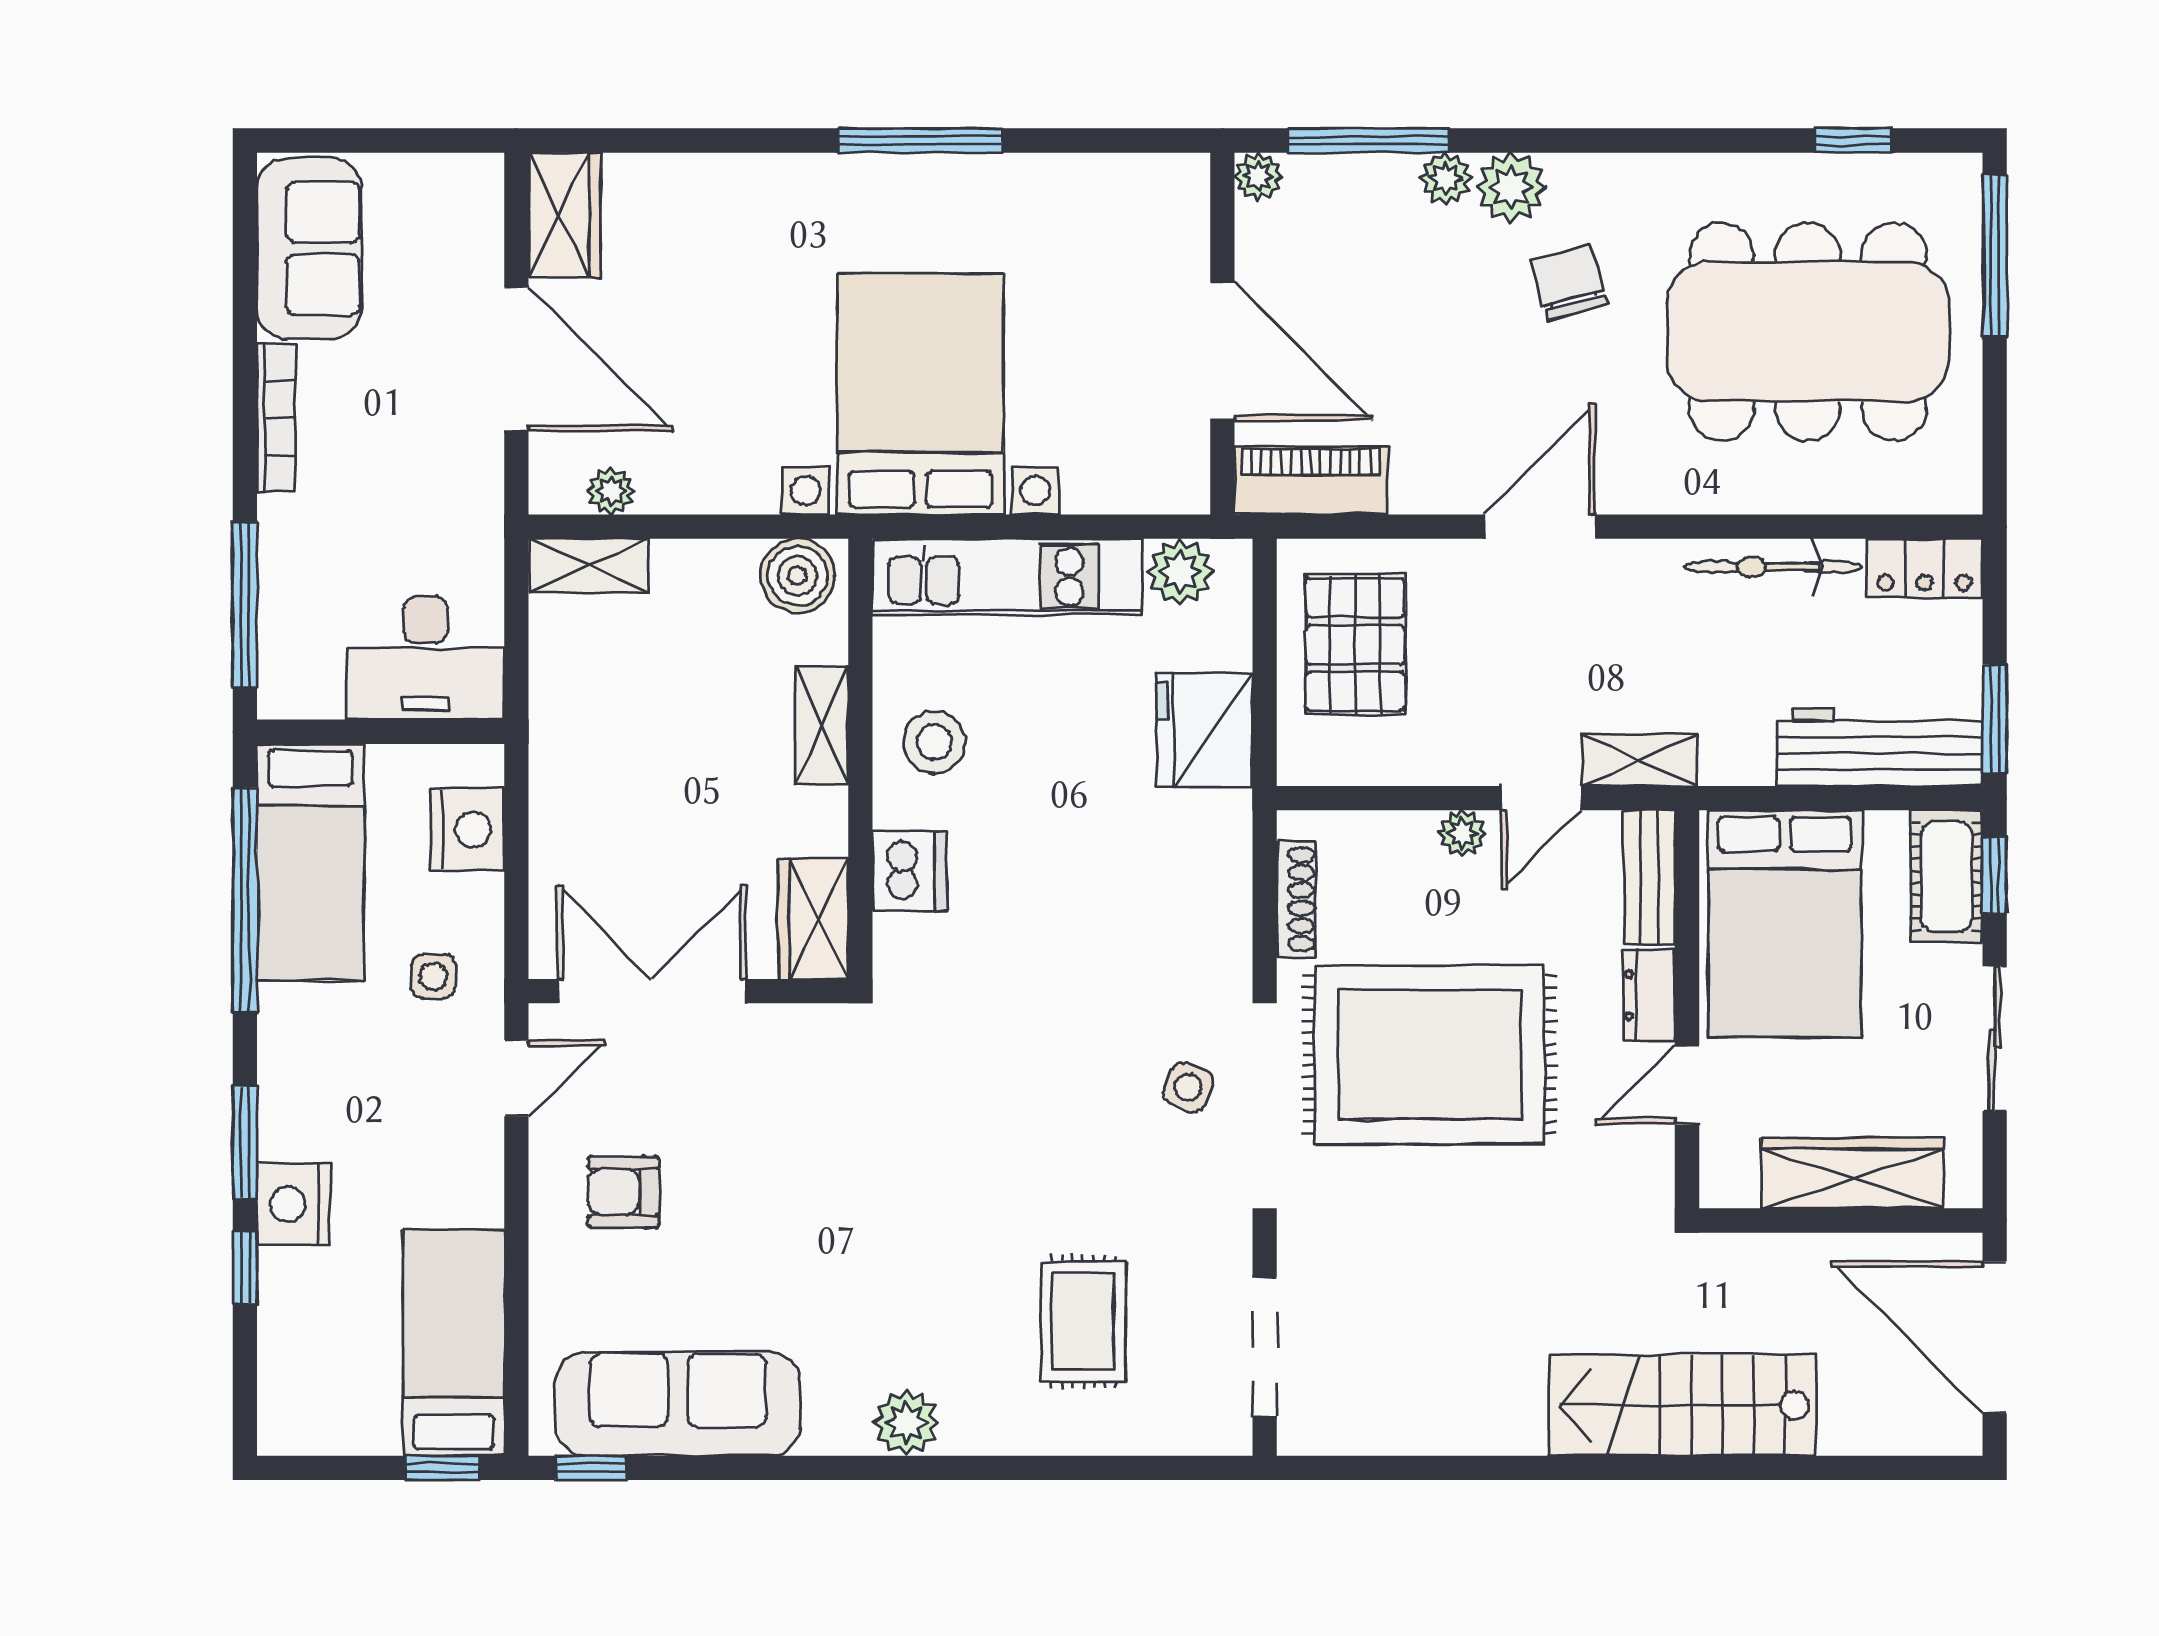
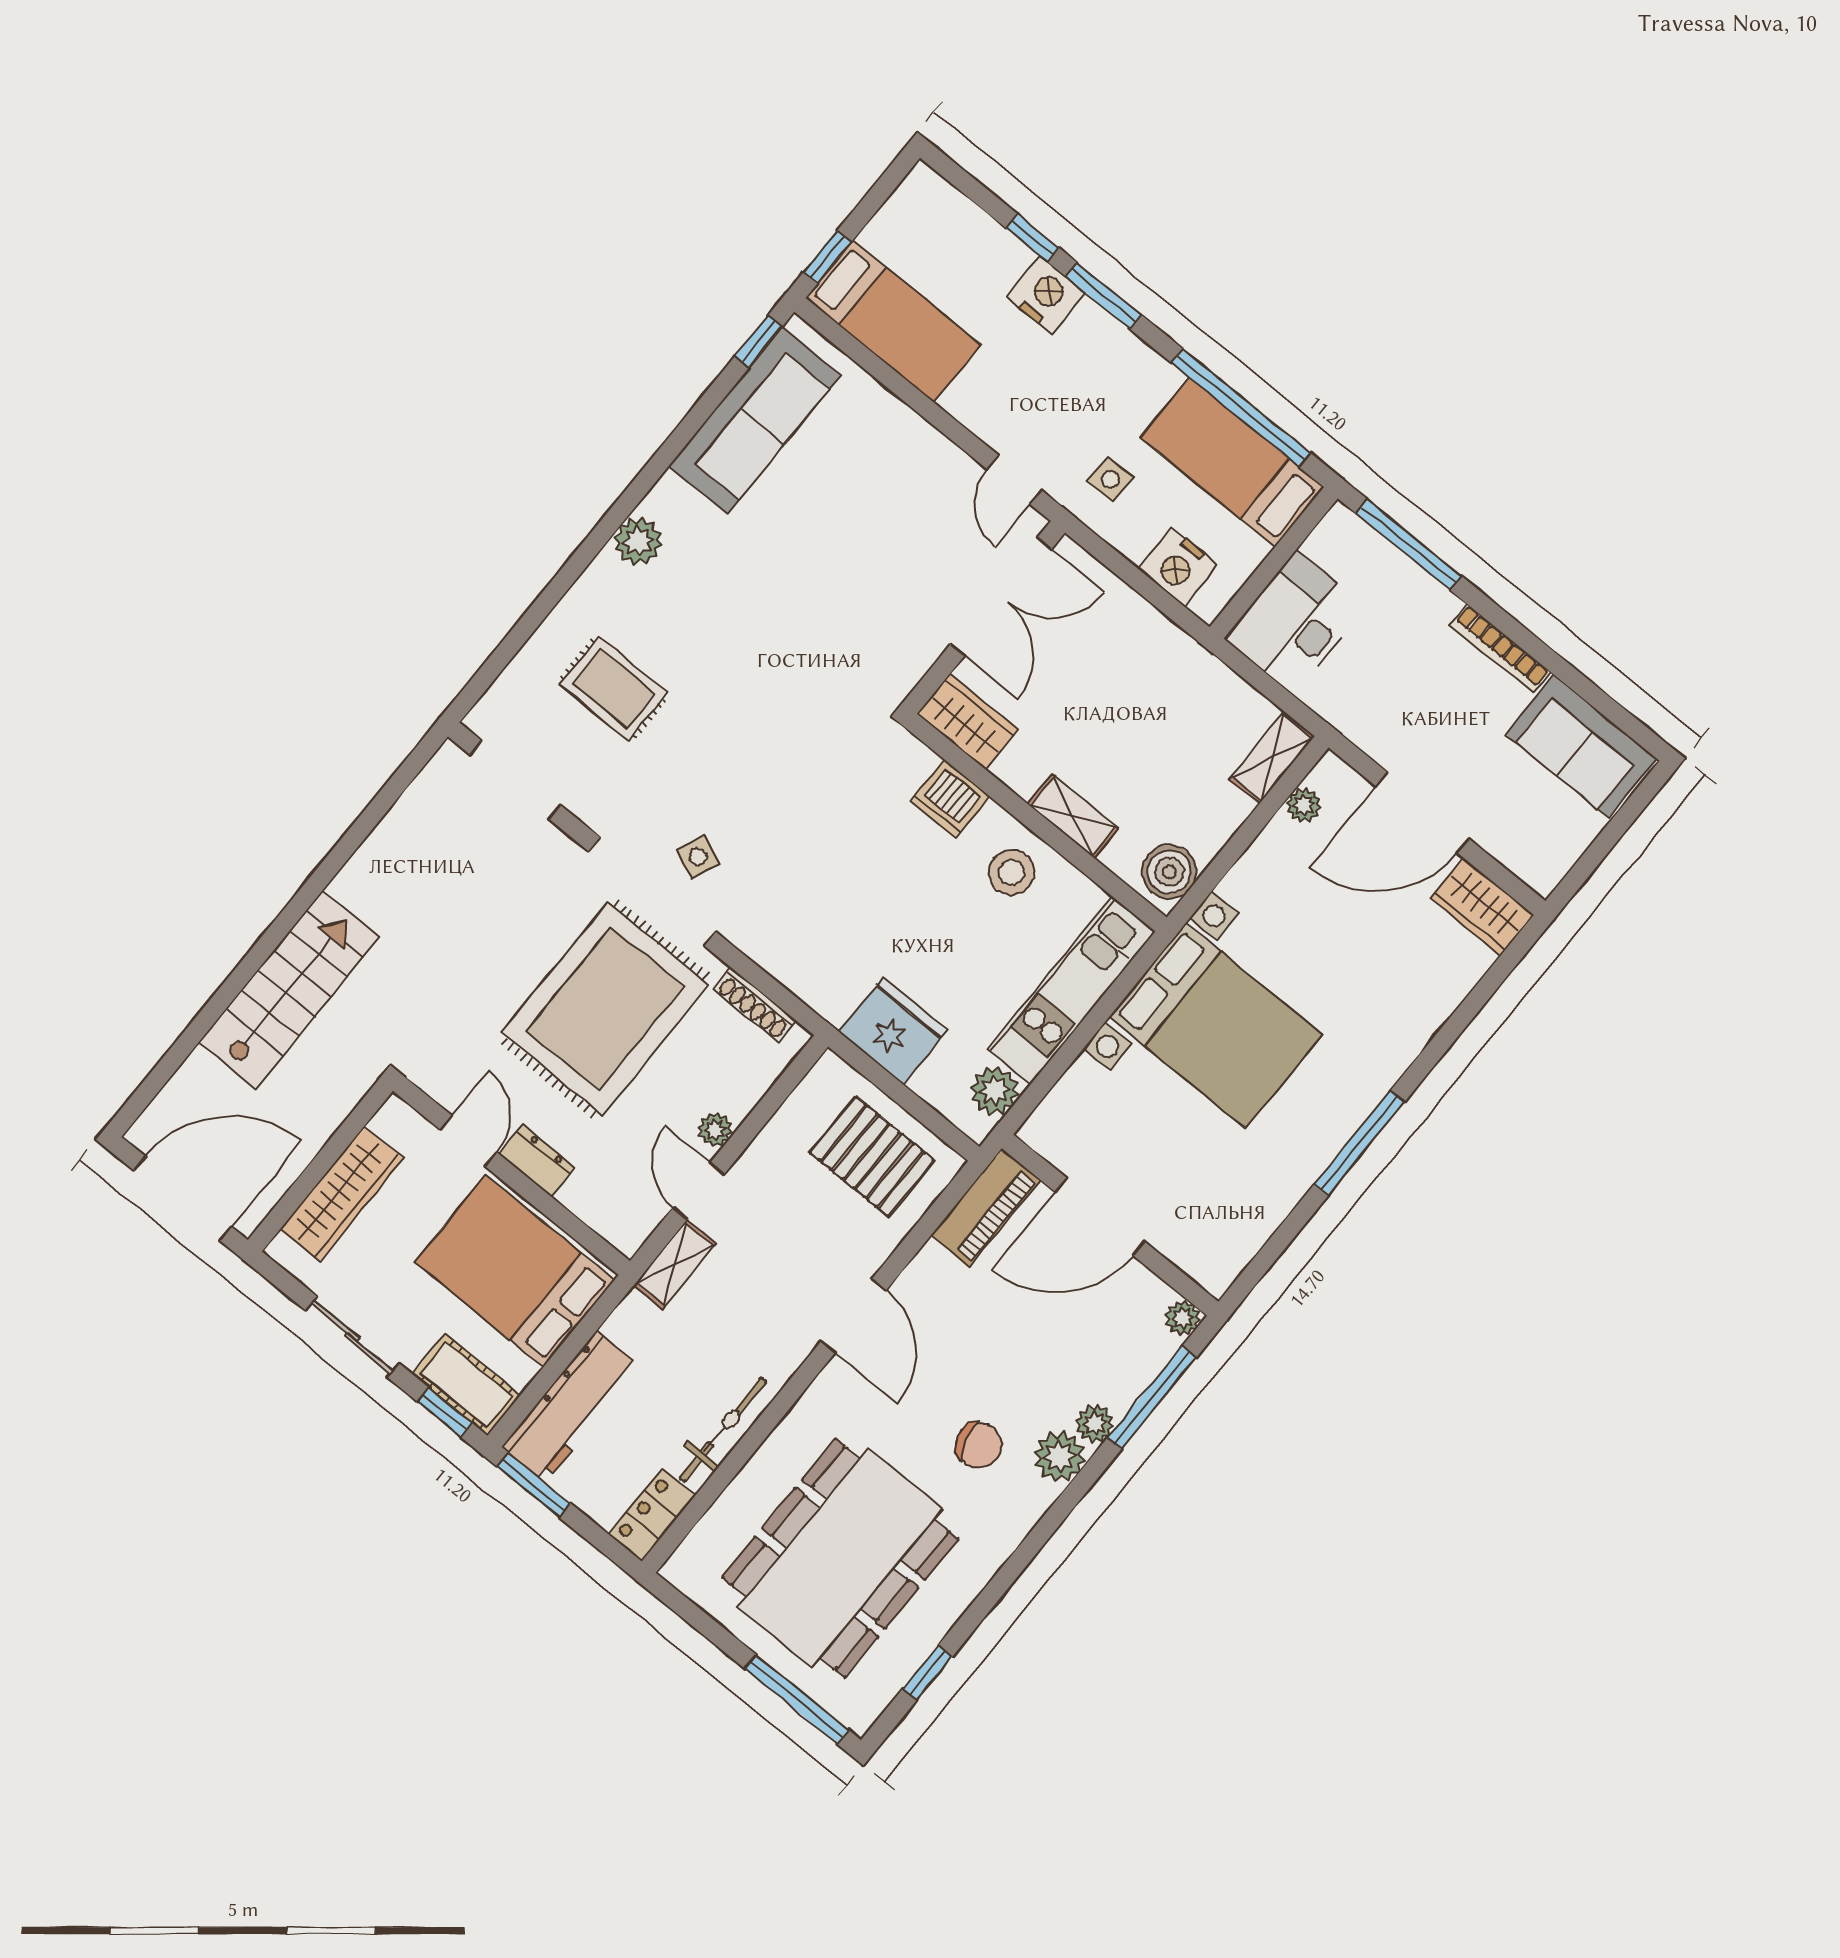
bench: (1649, 877) -> (604, 1216), removed
armchair: (624, 1192) -> (900, 488), removed

